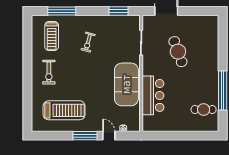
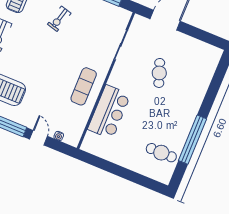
cafe table: (178, 52) -> (159, 73), width x0.73, depth x0.74
exercise mat: (126, 84) -> (84, 86), width x0.50, depth x0.69

